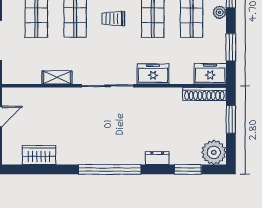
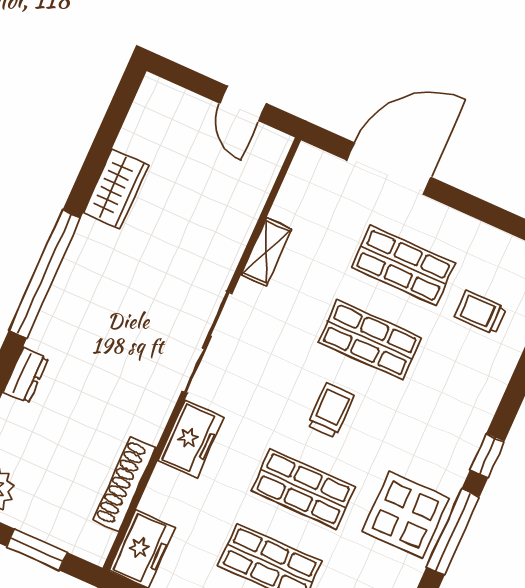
shoe rack: (204, 94) -> (125, 484), moved
wardrobe: (39, 155) -> (116, 189), moved

